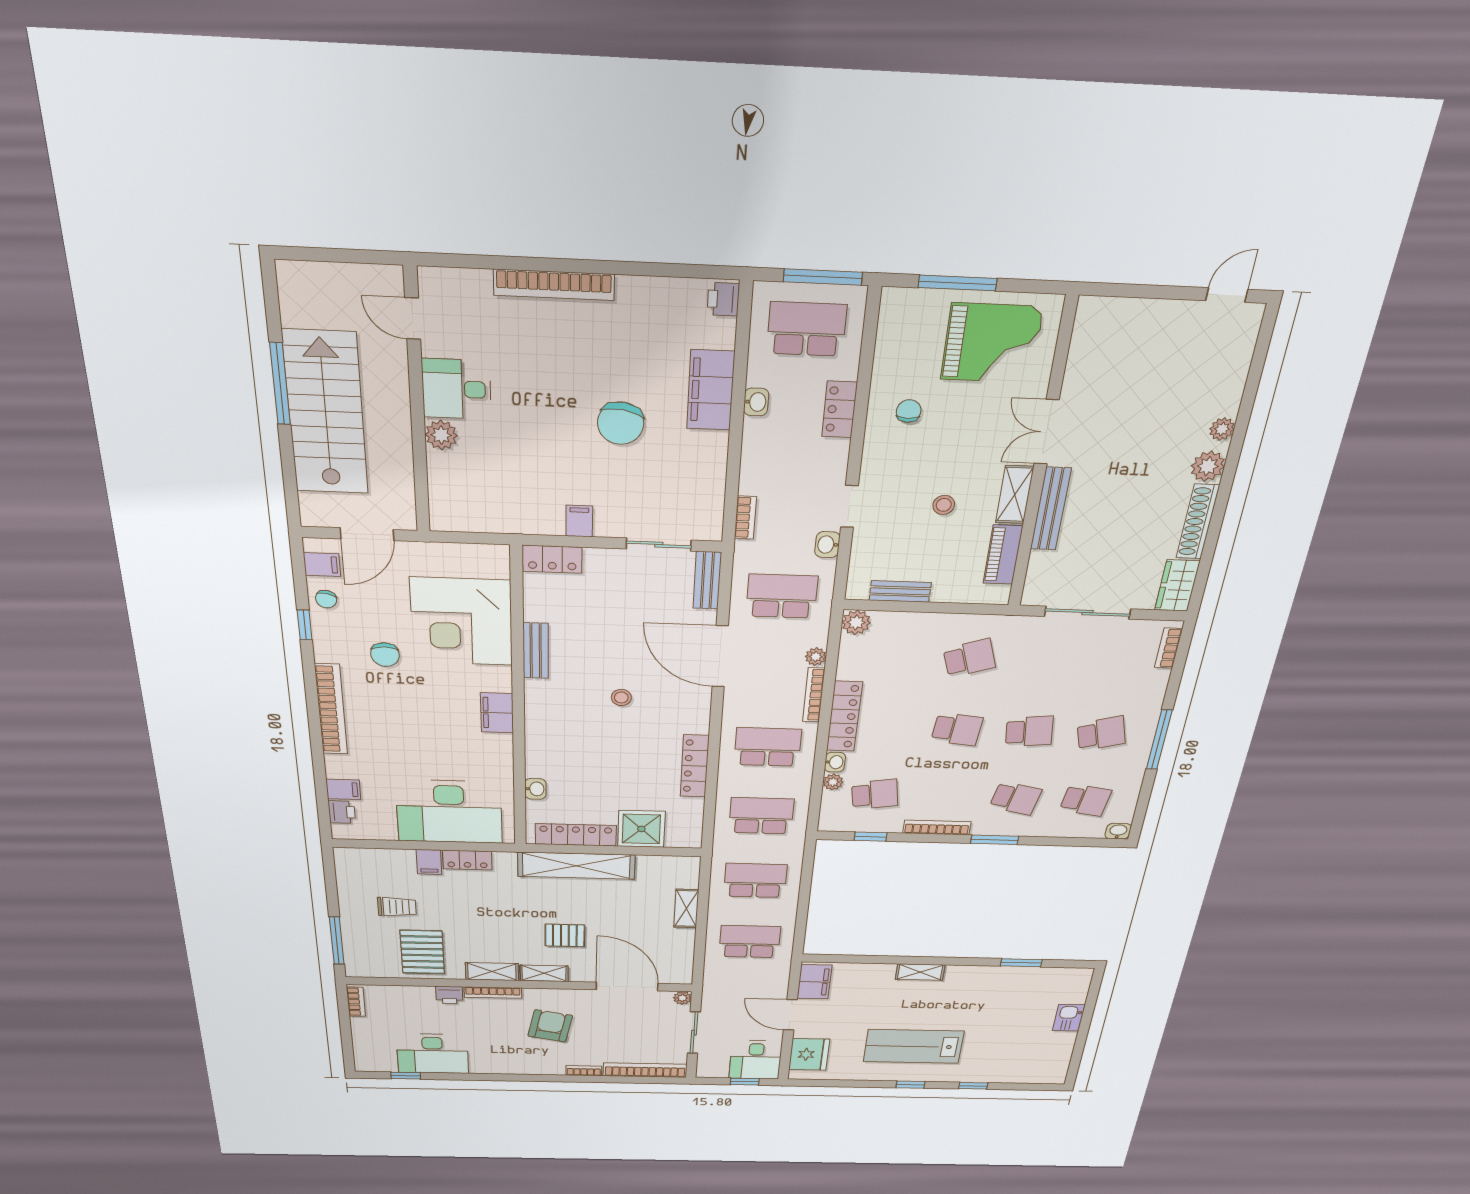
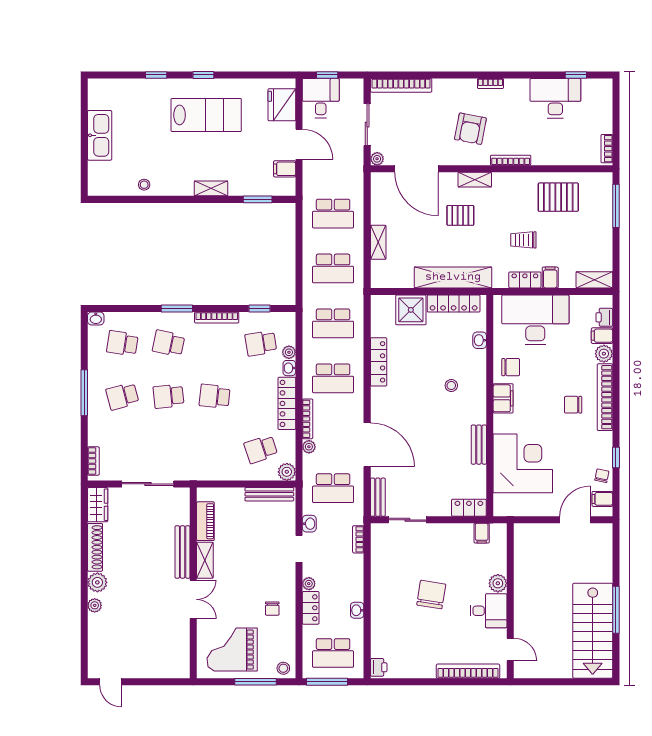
door: (1227, 295) -> (110, 682), hinge flipped
door: (413, 319) -> (510, 649), moved
desk: (457, 389) -> (488, 611), moved
filing cabinet: (711, 390) -> (382, 616), removed
wall: (417, 405) -> (510, 601), moved
stairs: (326, 413) -> (593, 631), moved
plant: (441, 435) -> (498, 583), moved
plant: (839, 450) -> (309, 584), added
stool: (944, 505) -> (283, 668), moved
filing cabinet: (579, 521) -> (482, 533), moved
bench: (900, 591) -> (269, 494), width x1.36
chair: (385, 655) -> (573, 405), moved, turned -90
school desk: (969, 658) -> (261, 449), moved
stool: (621, 697) -> (451, 385), moved
chair: (486, 753) -> (511, 367), added
plant: (338, 767) -> (604, 354), added
trolley: (397, 907) -> (523, 240), moved
pallet: (422, 952) -> (558, 197), turned 90
window: (1021, 963) -> (258, 199), moved
shelving: (492, 972) -> (594, 280), moved
stool: (1013, 978) -> (144, 185), added
filing cabinet: (814, 982) -> (285, 169), width x0.50
printer: (449, 995) -> (541, 157), removed
kitchen sink: (1069, 1018) -> (100, 135), width x1.87, depth x1.24
bookcase: (584, 1071) -> (490, 84), moved

